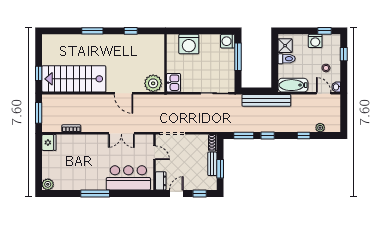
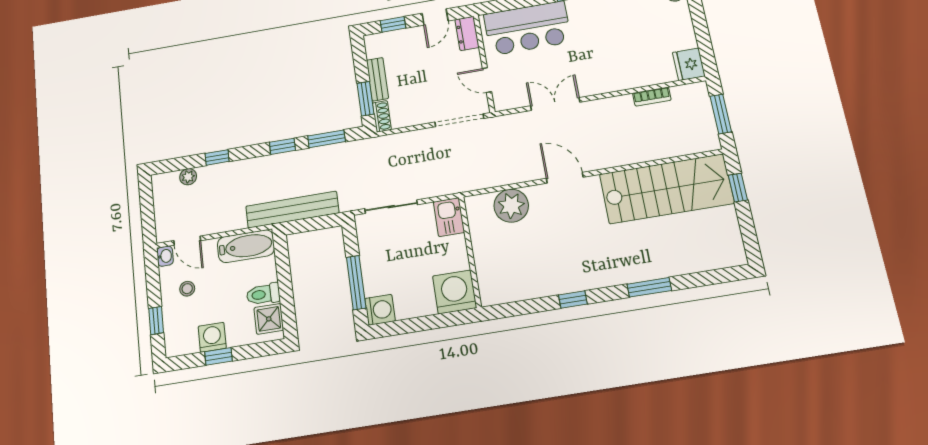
window: (324, 31) -> (219, 356), moved
wall: (166, 63) -> (470, 252), moved
kitchen sink: (173, 83) -> (449, 217), moved
window: (220, 169) -> (365, 99), moved

